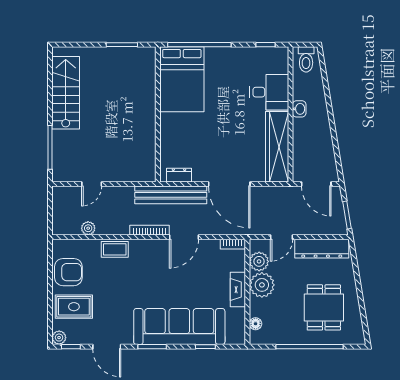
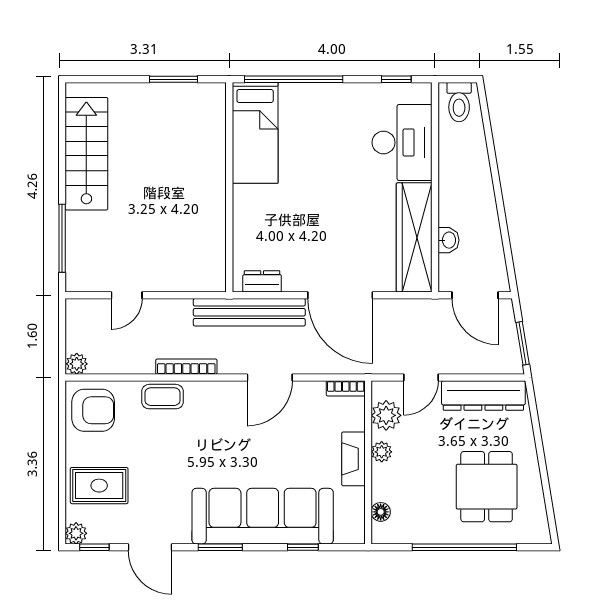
bed: (182, 79) -> (255, 133), width x0.67
desk: (269, 92) -> (402, 143), width x1.37
washbasin: (299, 109) -> (448, 240), moved
plant: (88, 228) -> (77, 364), moved
bookcase: (149, 230) -> (186, 367), moved
armchair: (68, 272) -> (93, 410), moved
plant: (262, 285) -> (382, 452), width x0.53, depth x0.53

